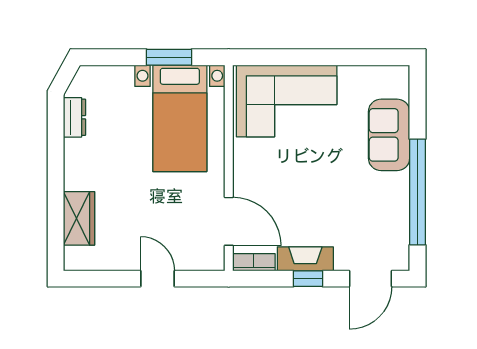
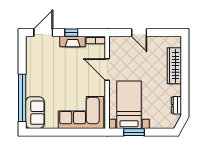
sofa: (389, 135) -> (35, 113), moved
window: (417, 192) -> (22, 98), moved
wardrobe: (79, 218) -> (174, 66), width x1.50
door: (229, 221) -> (107, 70), moved

